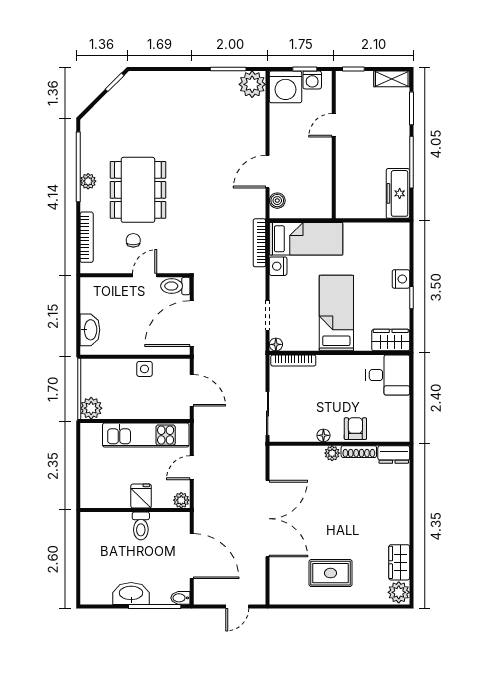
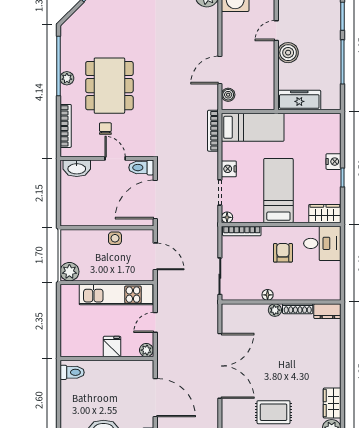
boiler: (348, 151) -> (288, 53), added
freezer: (398, 193) -> (299, 100), moved, turned 90
nightstand: (278, 266) -> (229, 169), moved
door: (145, 275) -> (115, 158), hinge flipped
washbasin: (90, 330) -> (77, 168), moved, turned 90
armchair: (355, 429) -> (283, 253), moved
toilet: (141, 526) -> (72, 372), moved, turned -90

